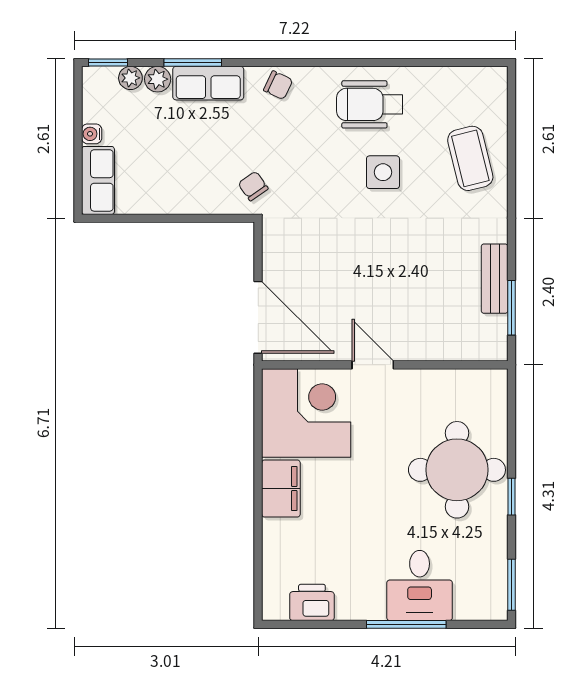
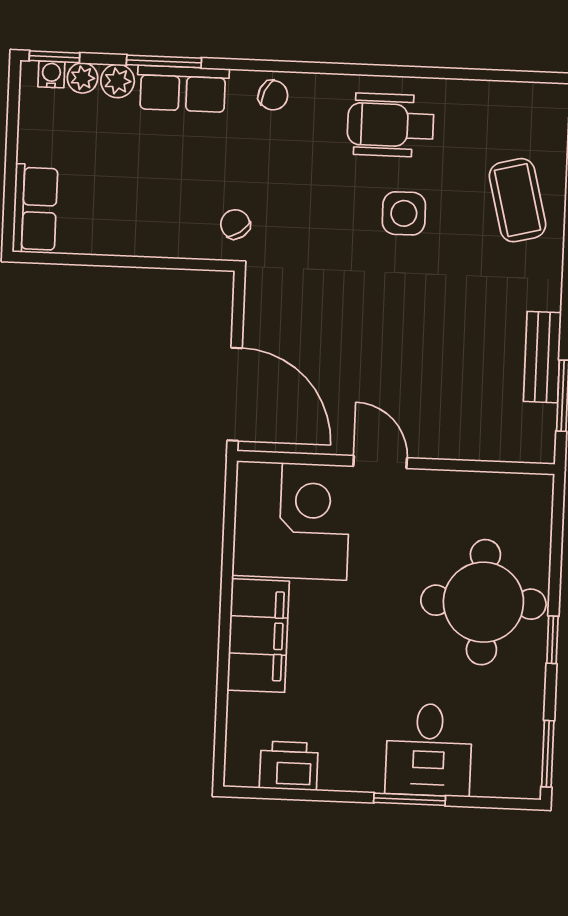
water cooler: (92, 134) -> (51, 74), moved, turned 90
filing cabinet: (281, 489) -> (258, 636), width x1.50, depth x1.17
window: (406, 624) -> (410, 799), width x0.69

